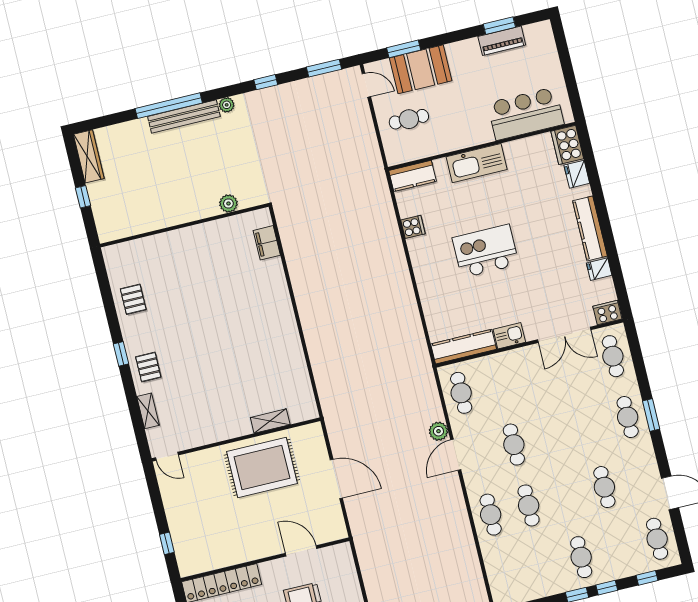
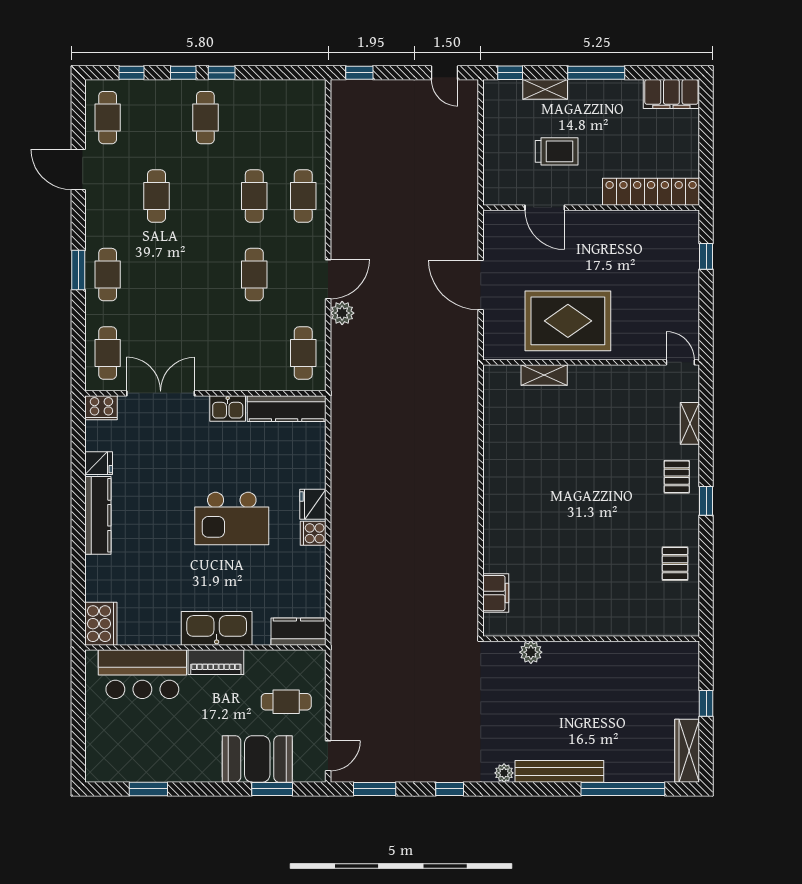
piano: (502, 41) -> (216, 662), moved, turned 180
door: (366, 85) -> (328, 756), swing flipped
window: (169, 106) -> (623, 789), moved
fridge: (577, 174) -> (313, 504), moved, turned 180
cooker: (413, 227) -> (313, 533), moved

